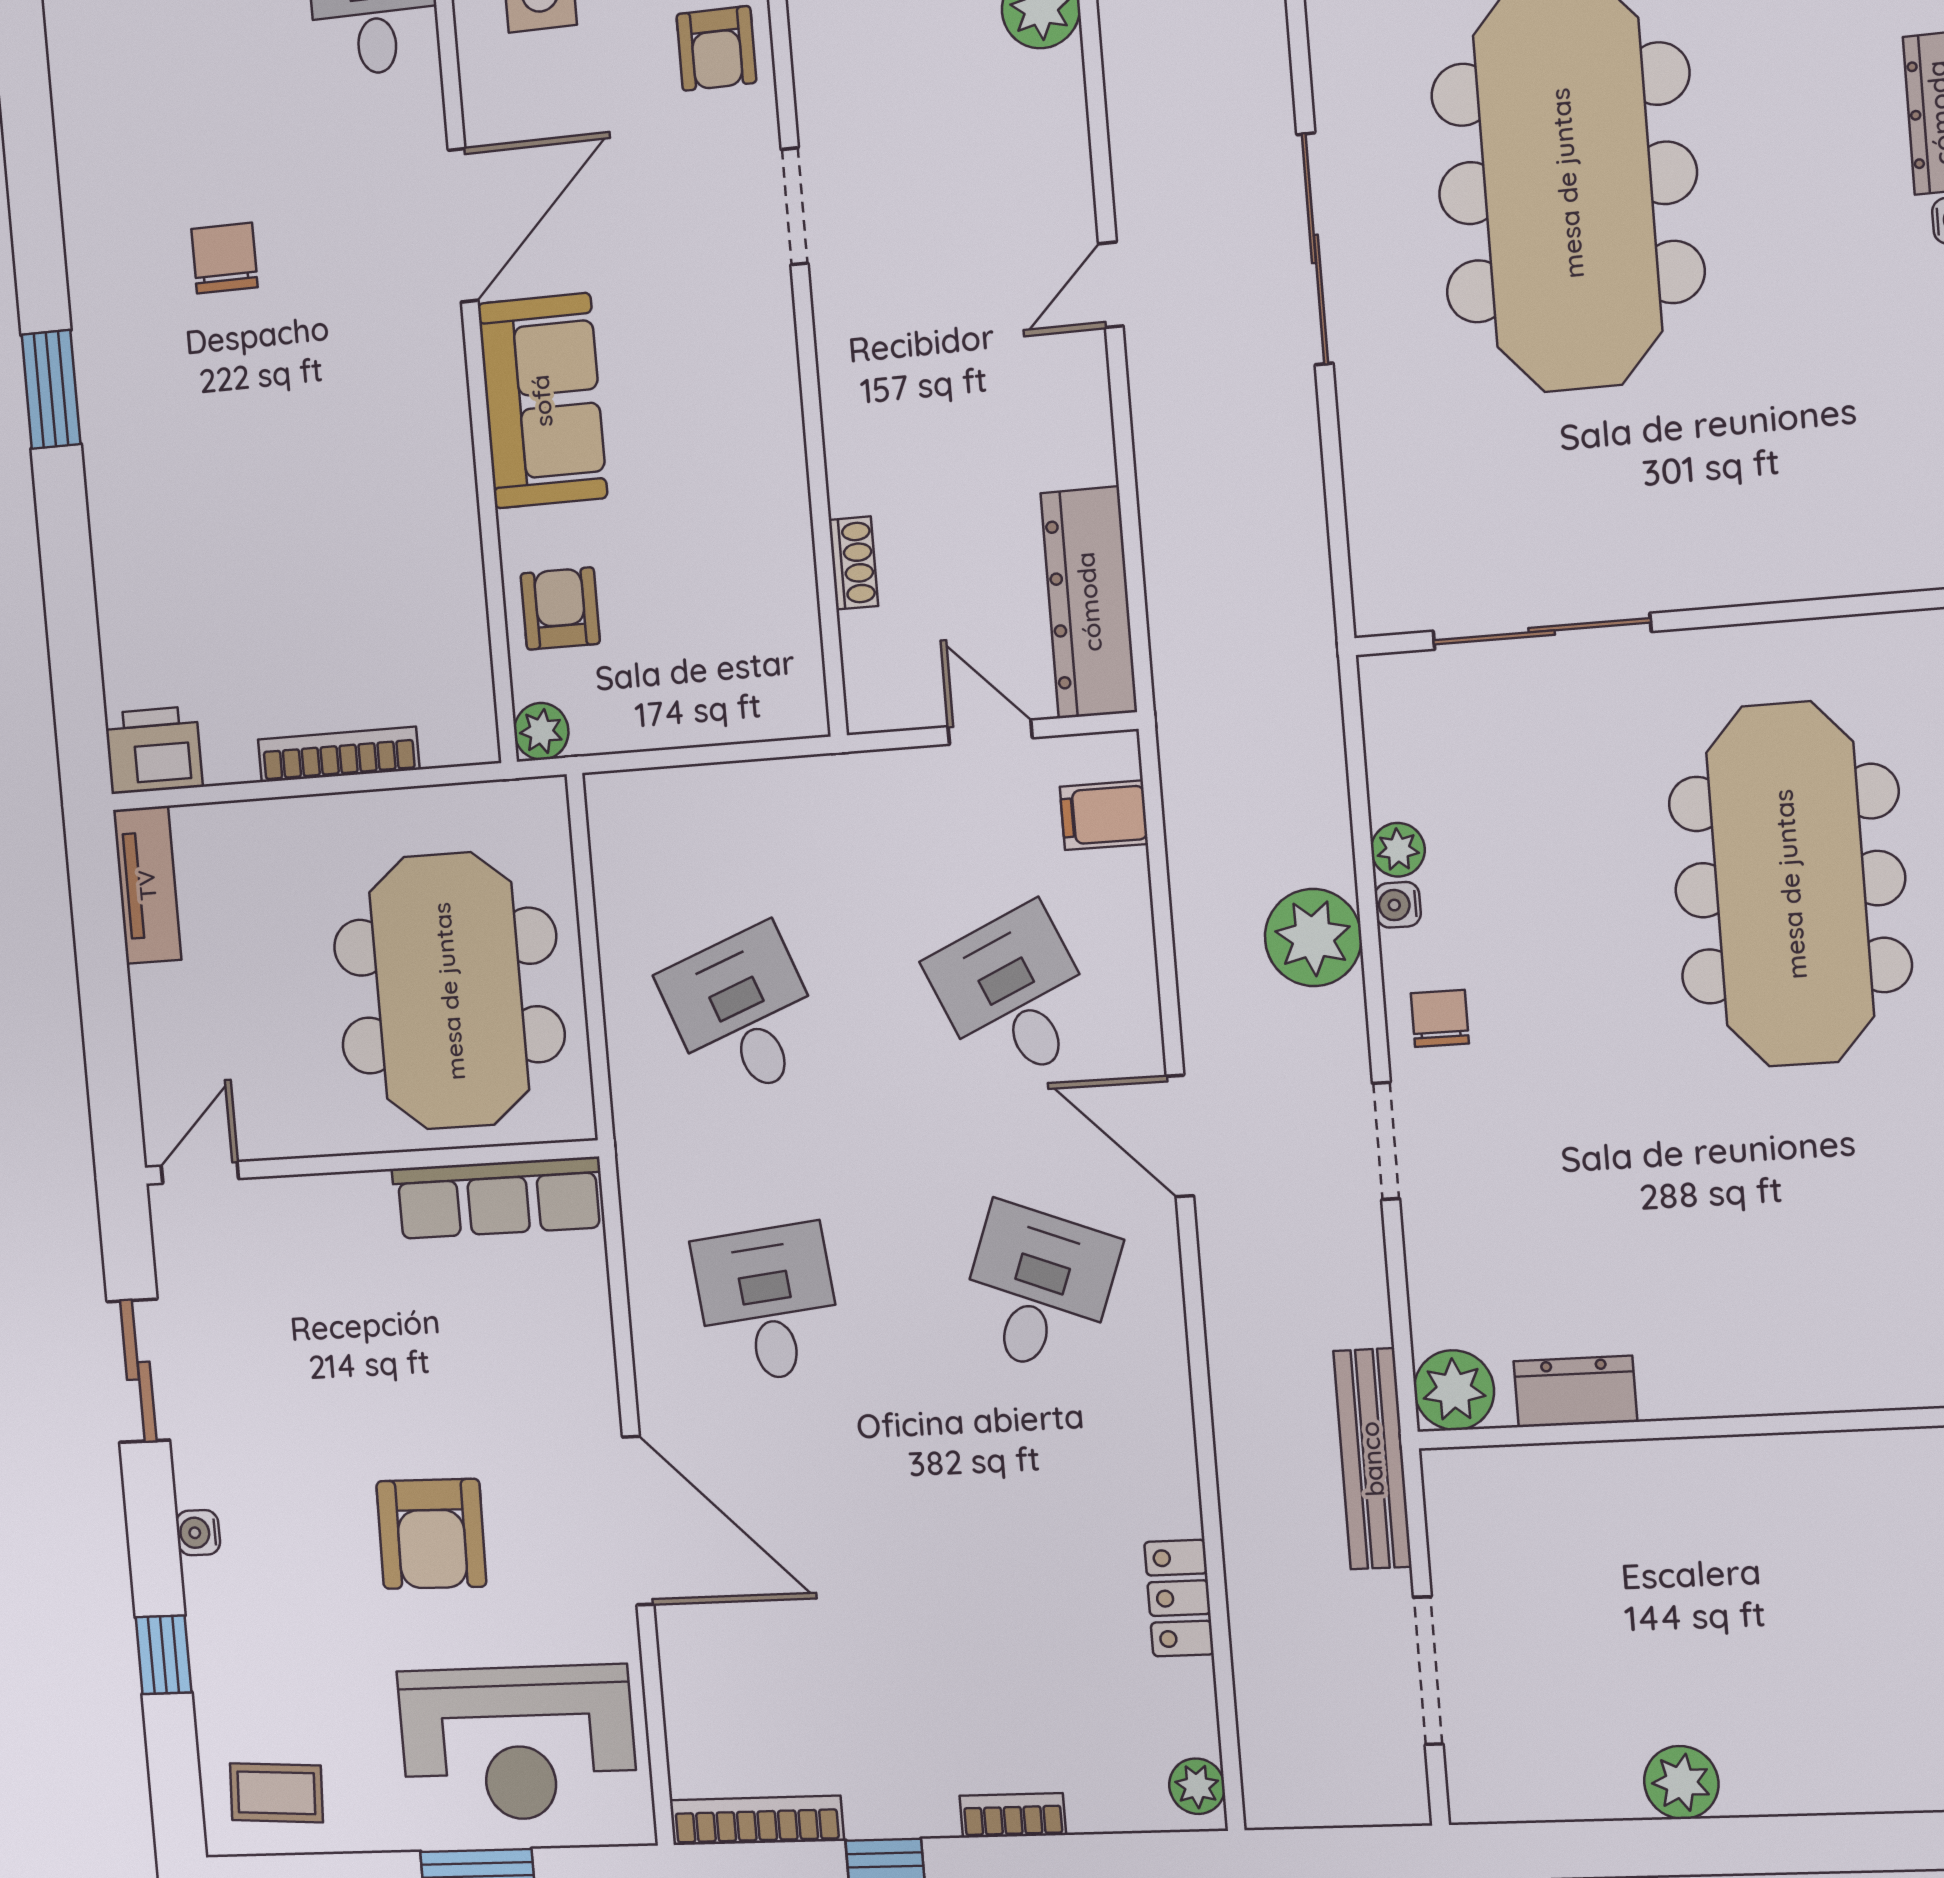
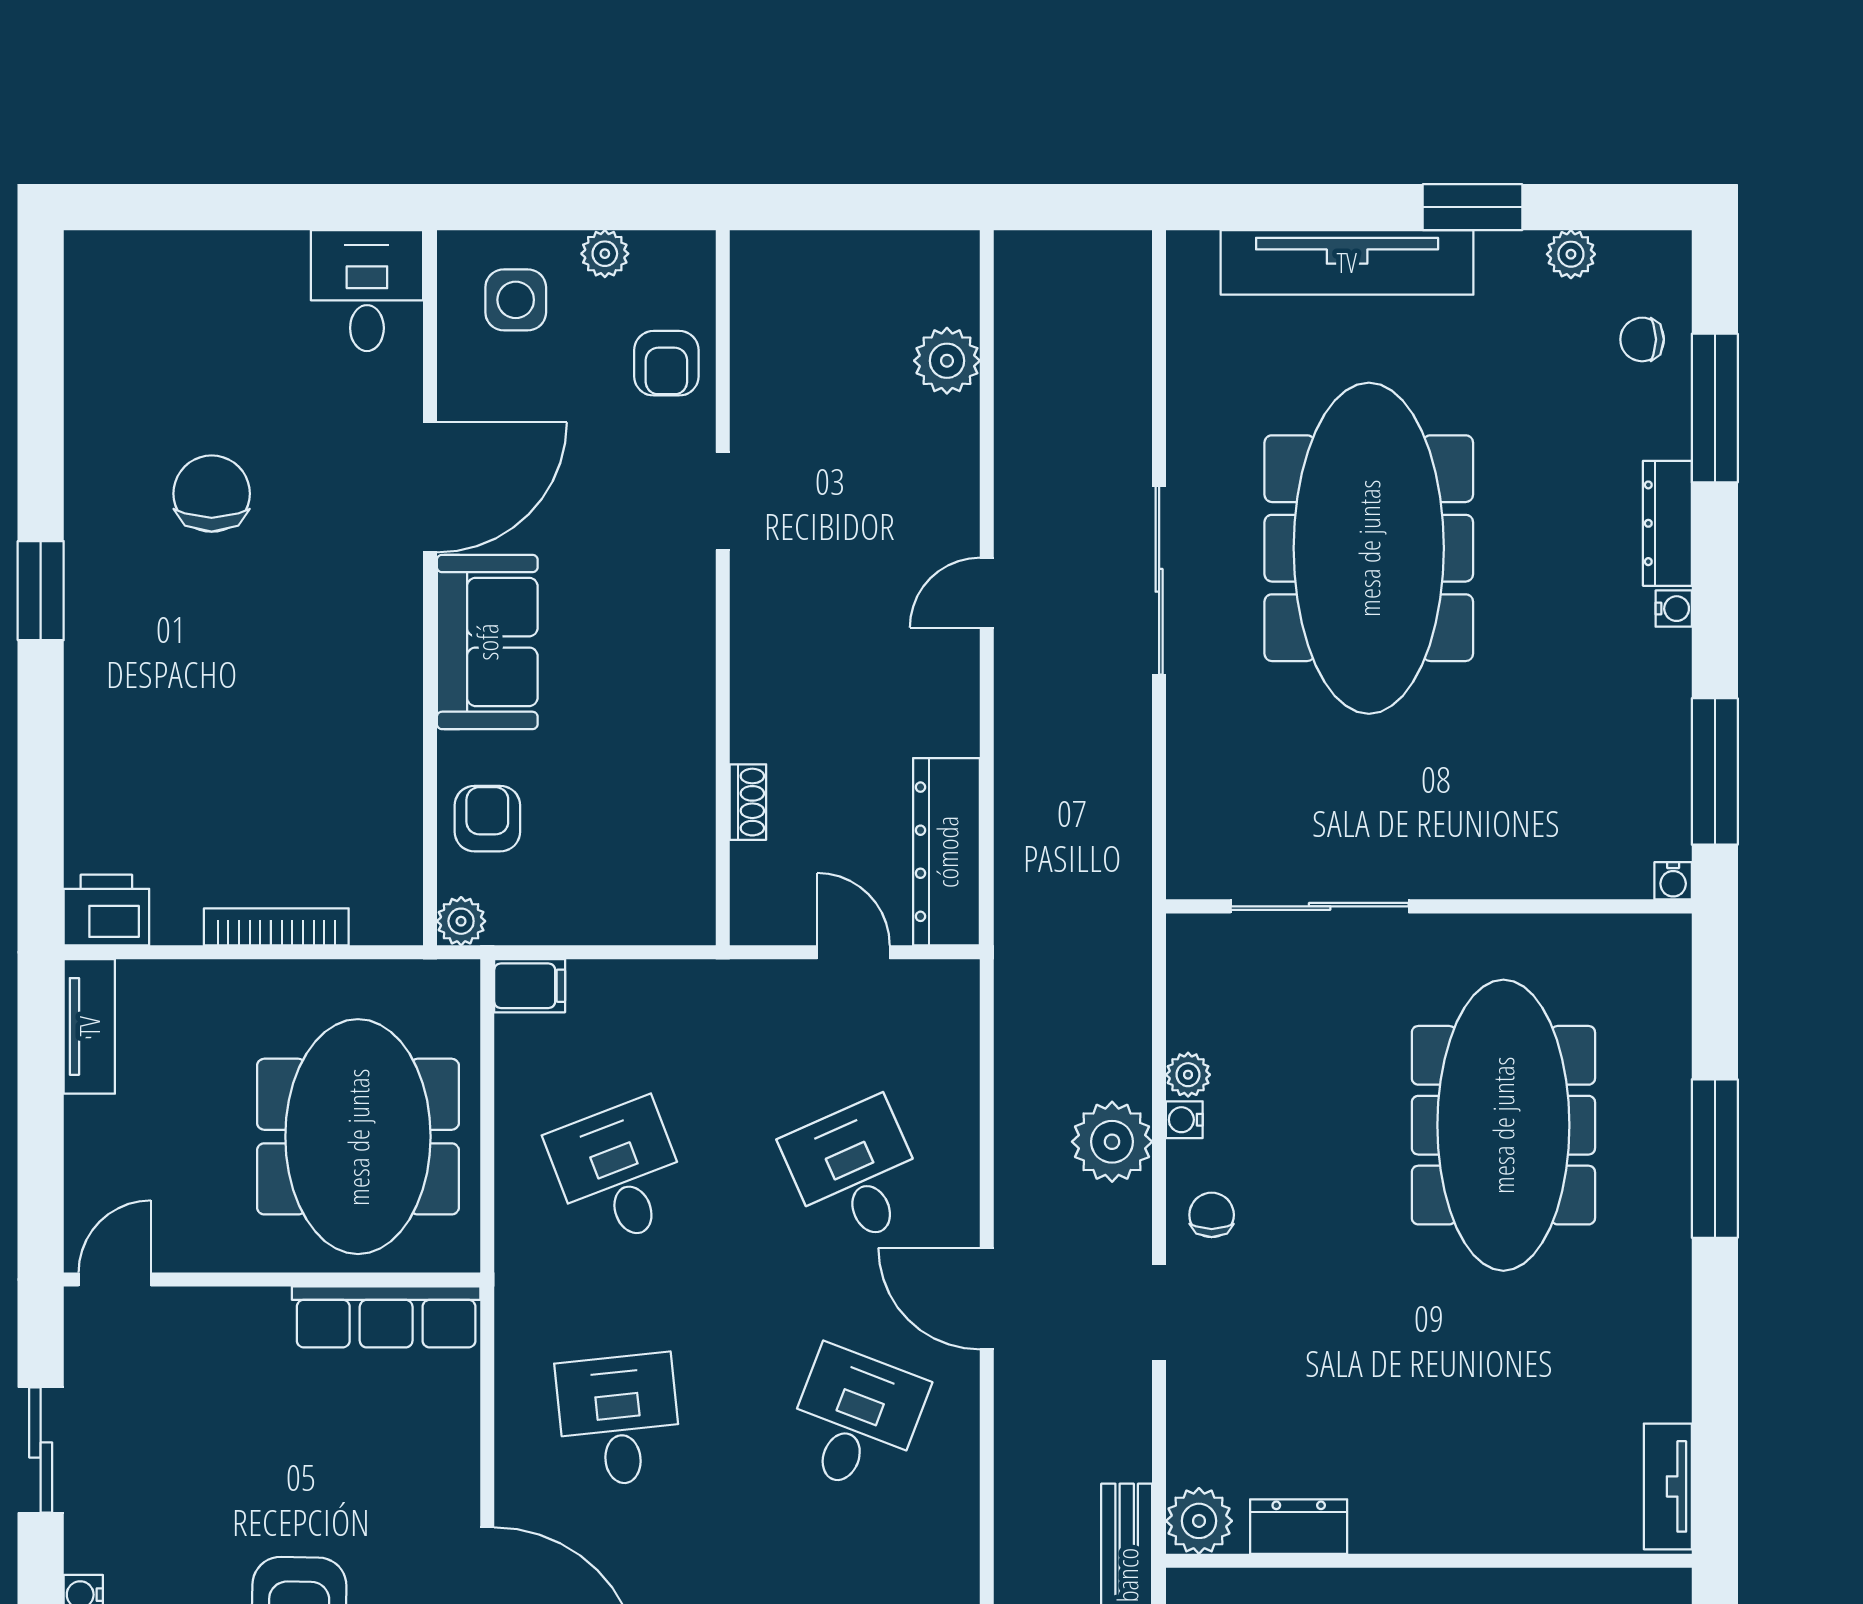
chair: (225, 258) -> (212, 494), width x1.37, depth x1.37
filing cabinet: (1104, 815) -> (530, 986), moved, turned 180

